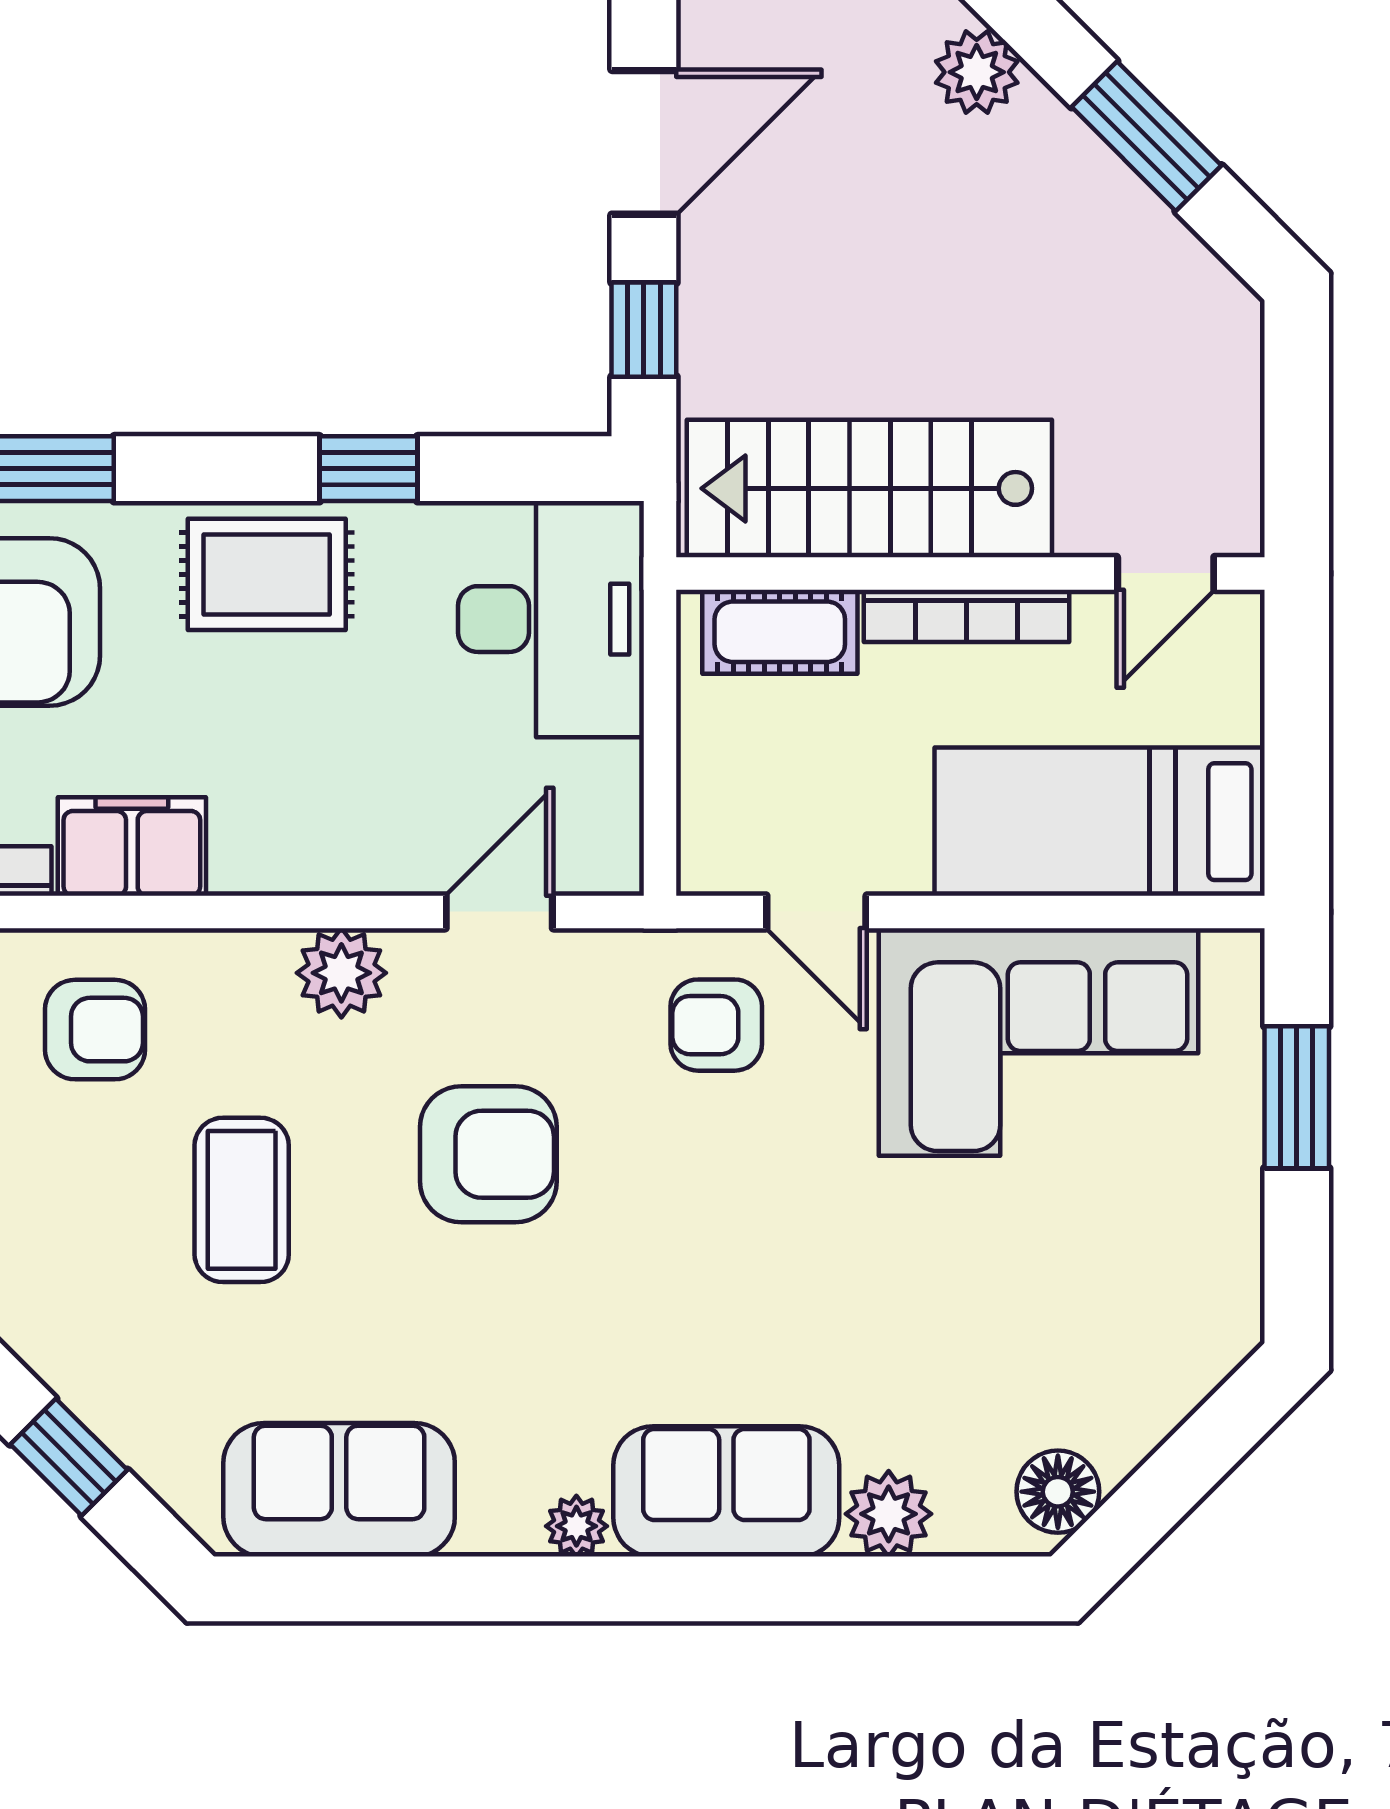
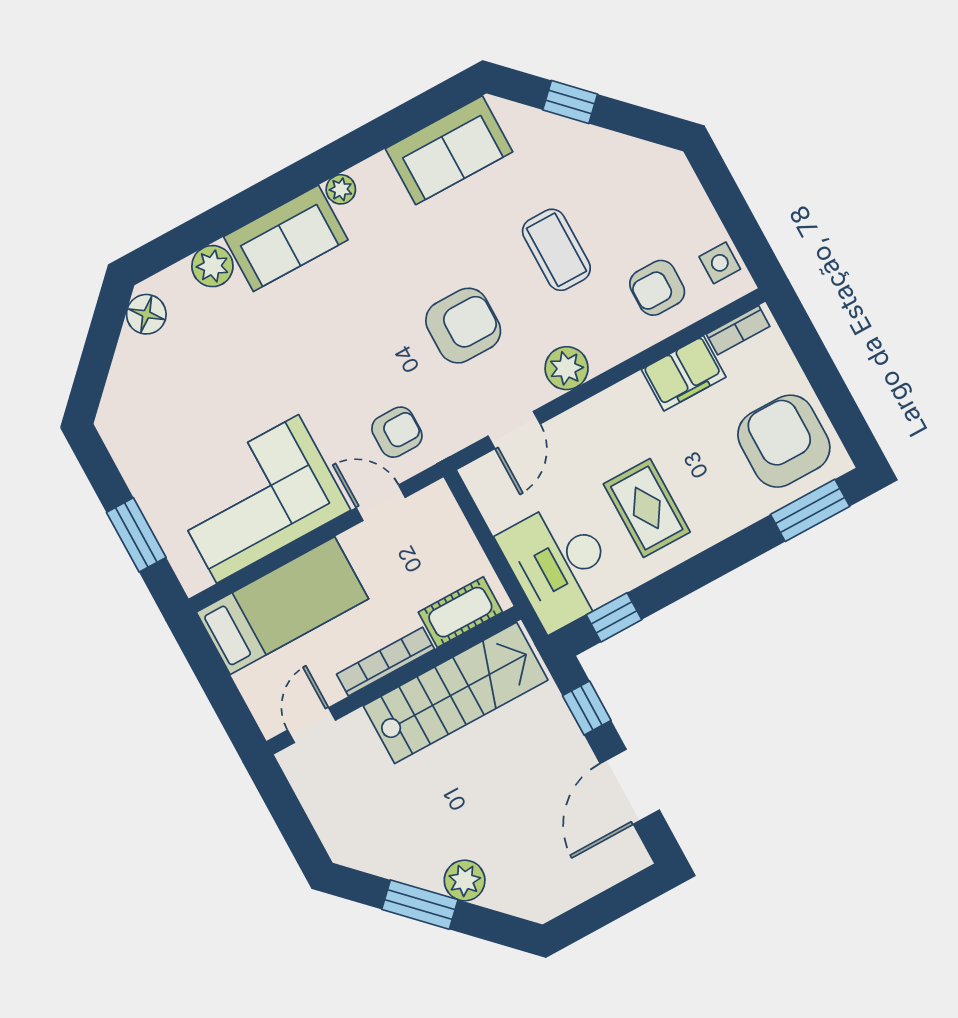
plant: (977, 72) -> (465, 880), moved
window: (369, 469) -> (614, 617), moved
rug: (267, 574) -> (647, 508), moved, turned 90
armchair: (488, 1154) -> (463, 326), turned 180

